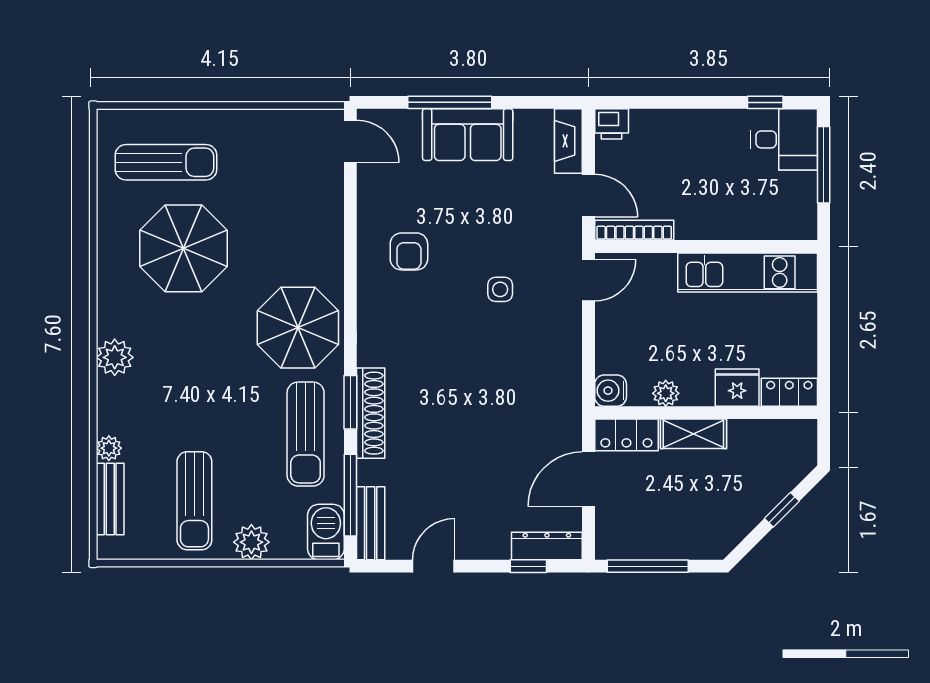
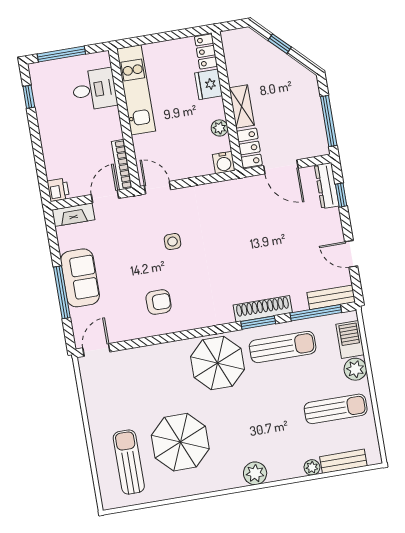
desk: (784, 139) -> (94, 90), moved, turned 90
barbecue: (326, 532) -> (350, 339), moved, turned 90

